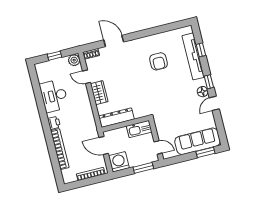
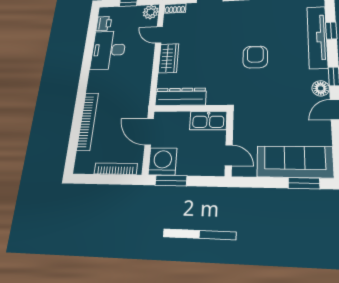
armchair: (159, 61) -> (255, 57), moved, turned 180
printer: (54, 123) -> (104, 23), moved
window: (143, 168) -> (171, 181), moved

